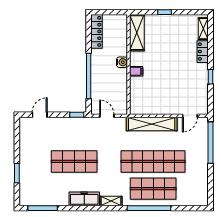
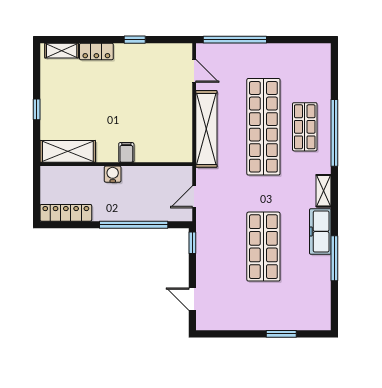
shop shelf: (153, 189) -> (305, 127), width x0.70, depth x0.74
window: (43, 208) -> (334, 258), moved

